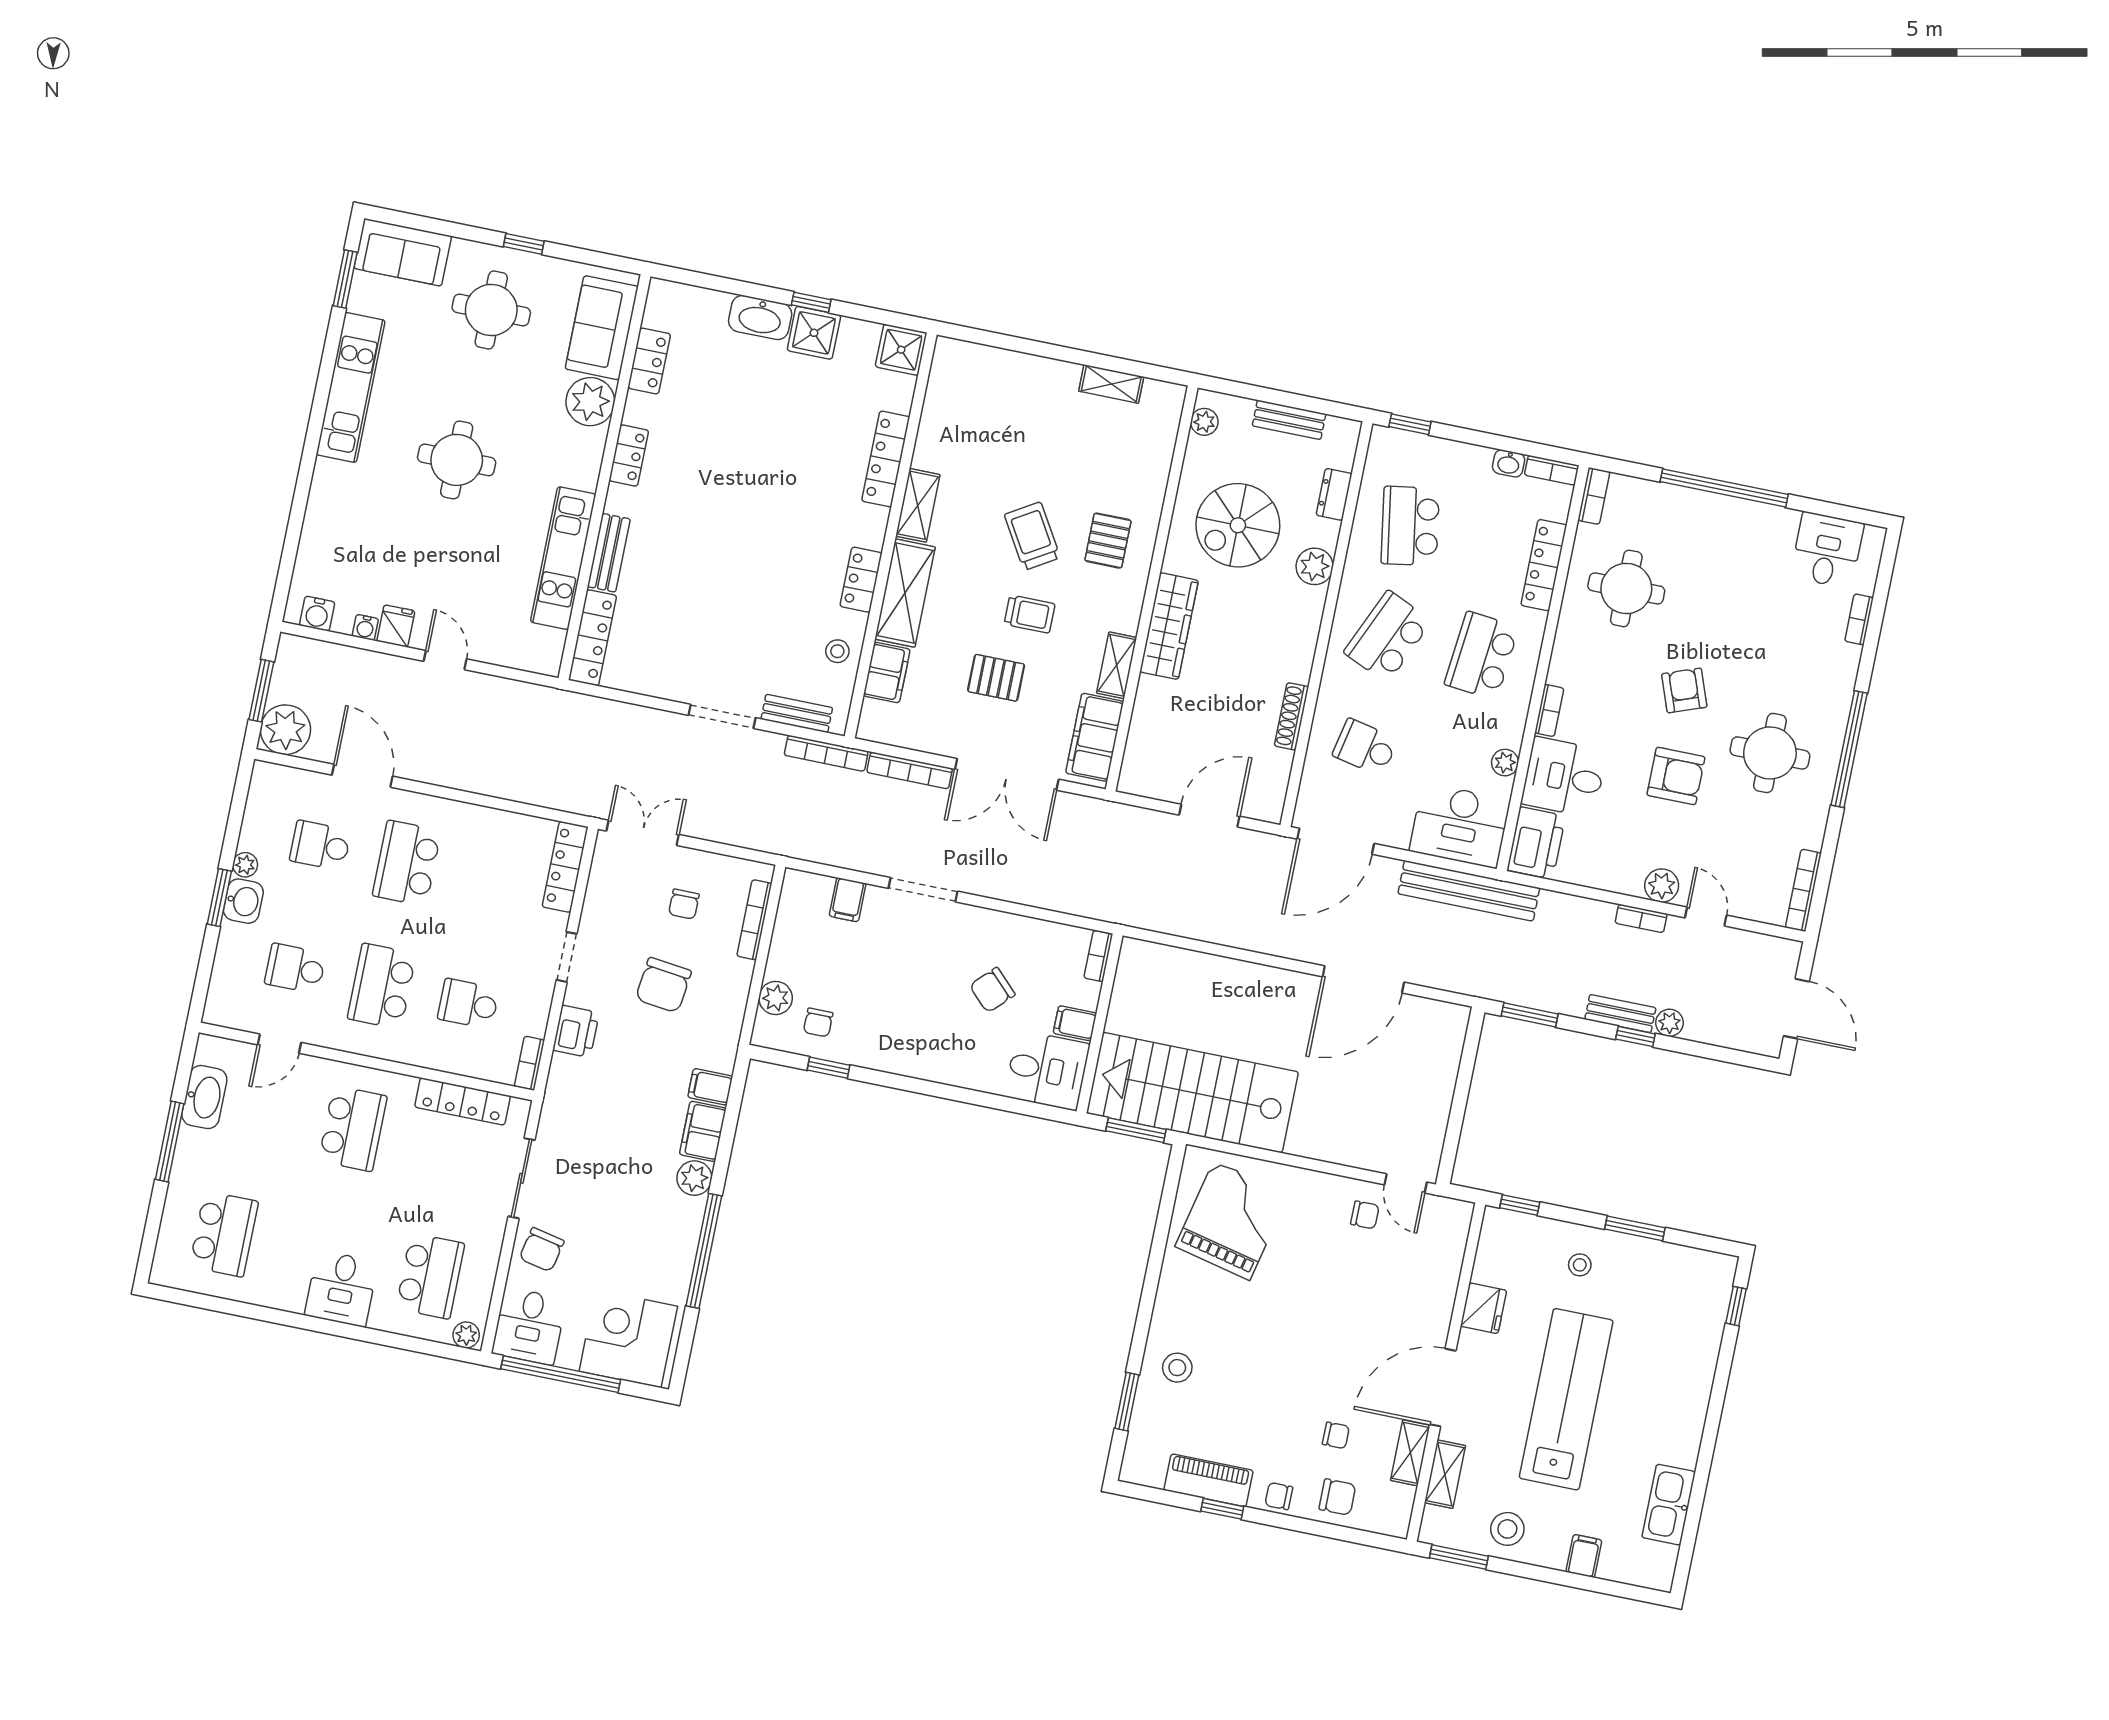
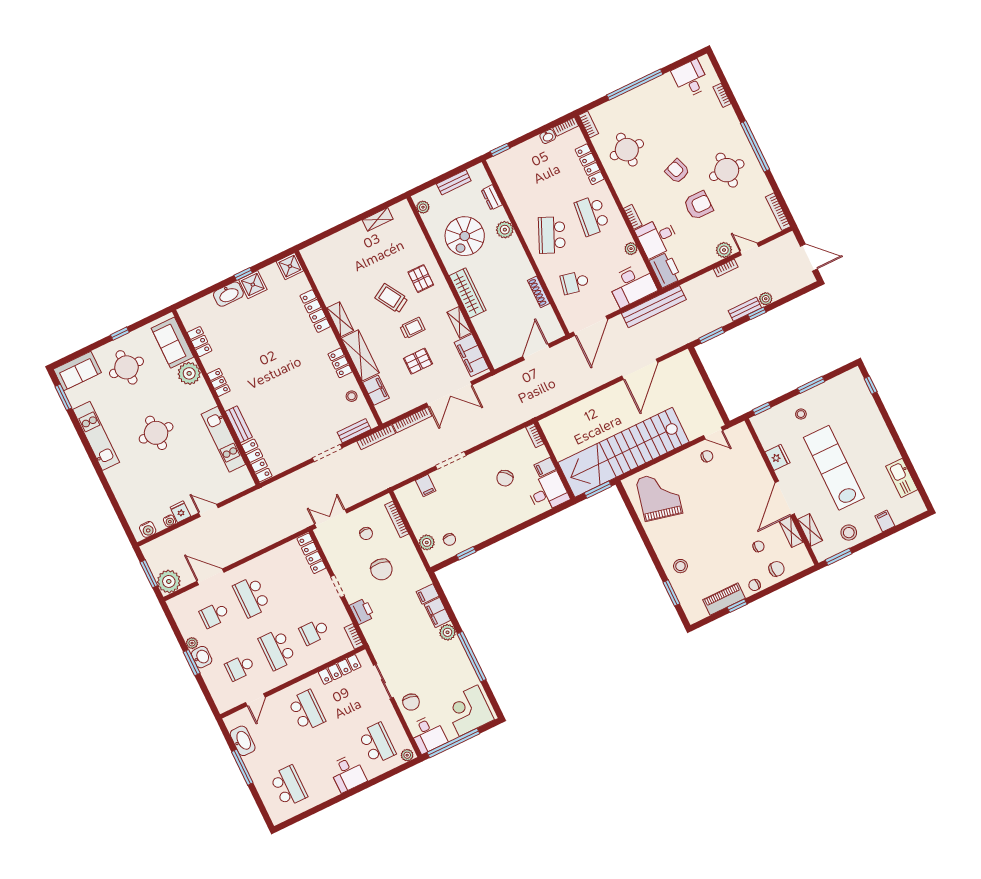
school desk: (1410, 526) -> (529, 188), removed
stairs: (1192, 1093) -> (624, 452), width x1.36

